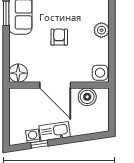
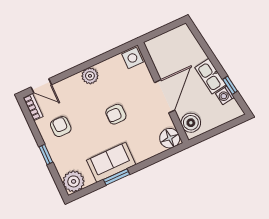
boiler: (87, 97) -> (191, 123), moved

